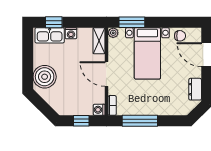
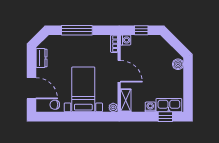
window: (132, 22) -> (97, 117), removed
boiler: (45, 77) -> (178, 64), width x0.54, depth x0.54
window: (140, 121) -> (77, 30), moved

